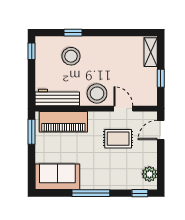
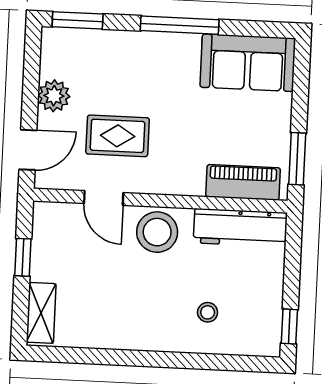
window: (73, 33) -> (201, 361), removed
stool: (71, 56) -> (208, 312), width x0.53, depth x0.53
piano: (63, 122) -> (243, 182), width x0.73, depth x0.75
plant: (149, 174) -> (54, 96), moved
window: (140, 193) -> (78, 20), width x1.50

